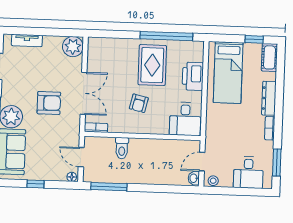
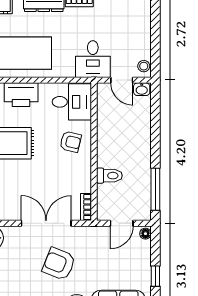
armchair: (49, 103) -> (59, 264), turned -68
armchair: (139, 103) -> (70, 142), moved
desk: (248, 172) -> (93, 59), moved, turned 90

